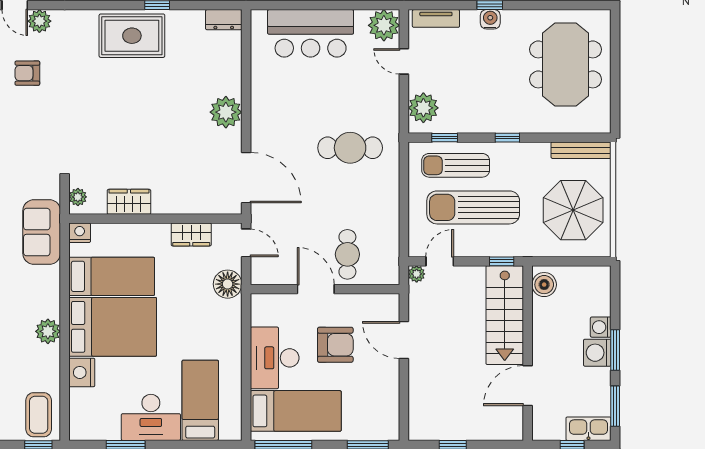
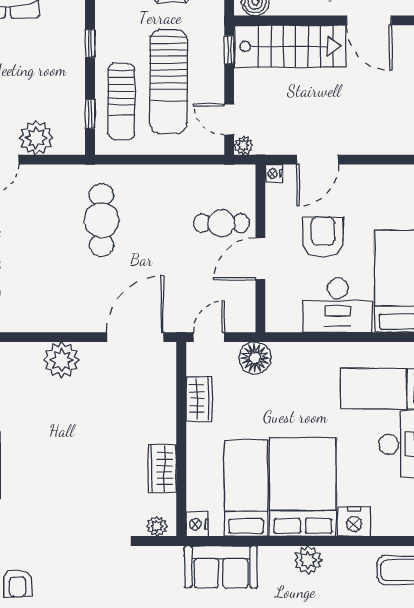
plant: (423, 108) -> (36, 138), moved
sofa: (42, 232) -> (221, 567), moved
nightstand: (392, 301) -> (274, 174), added

